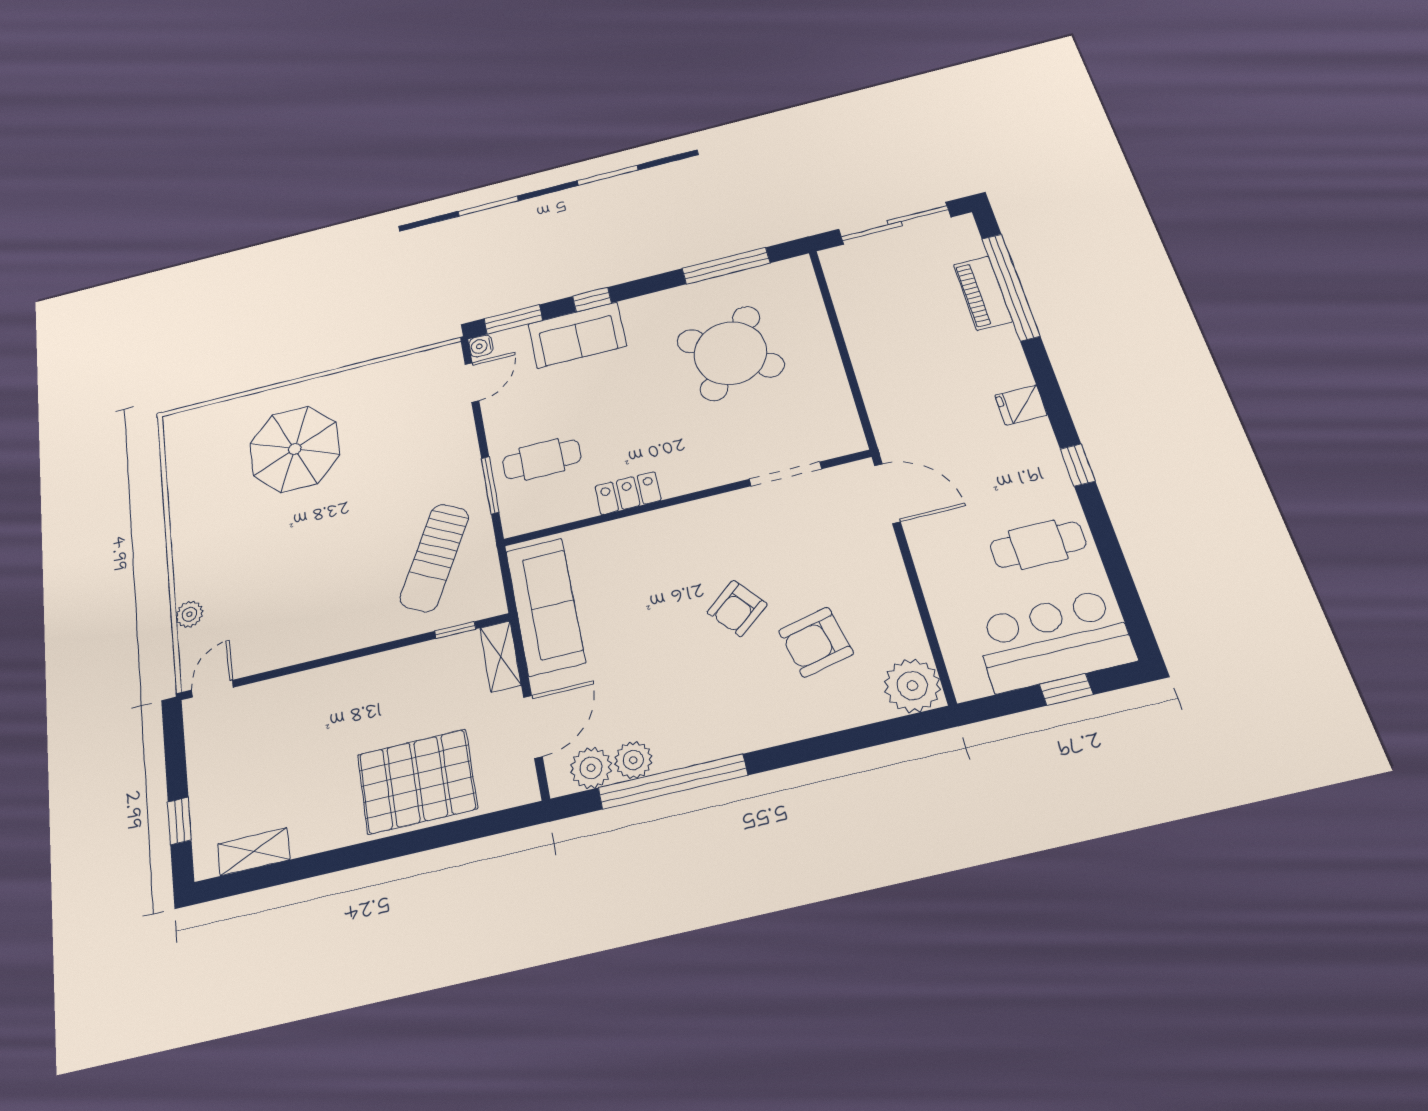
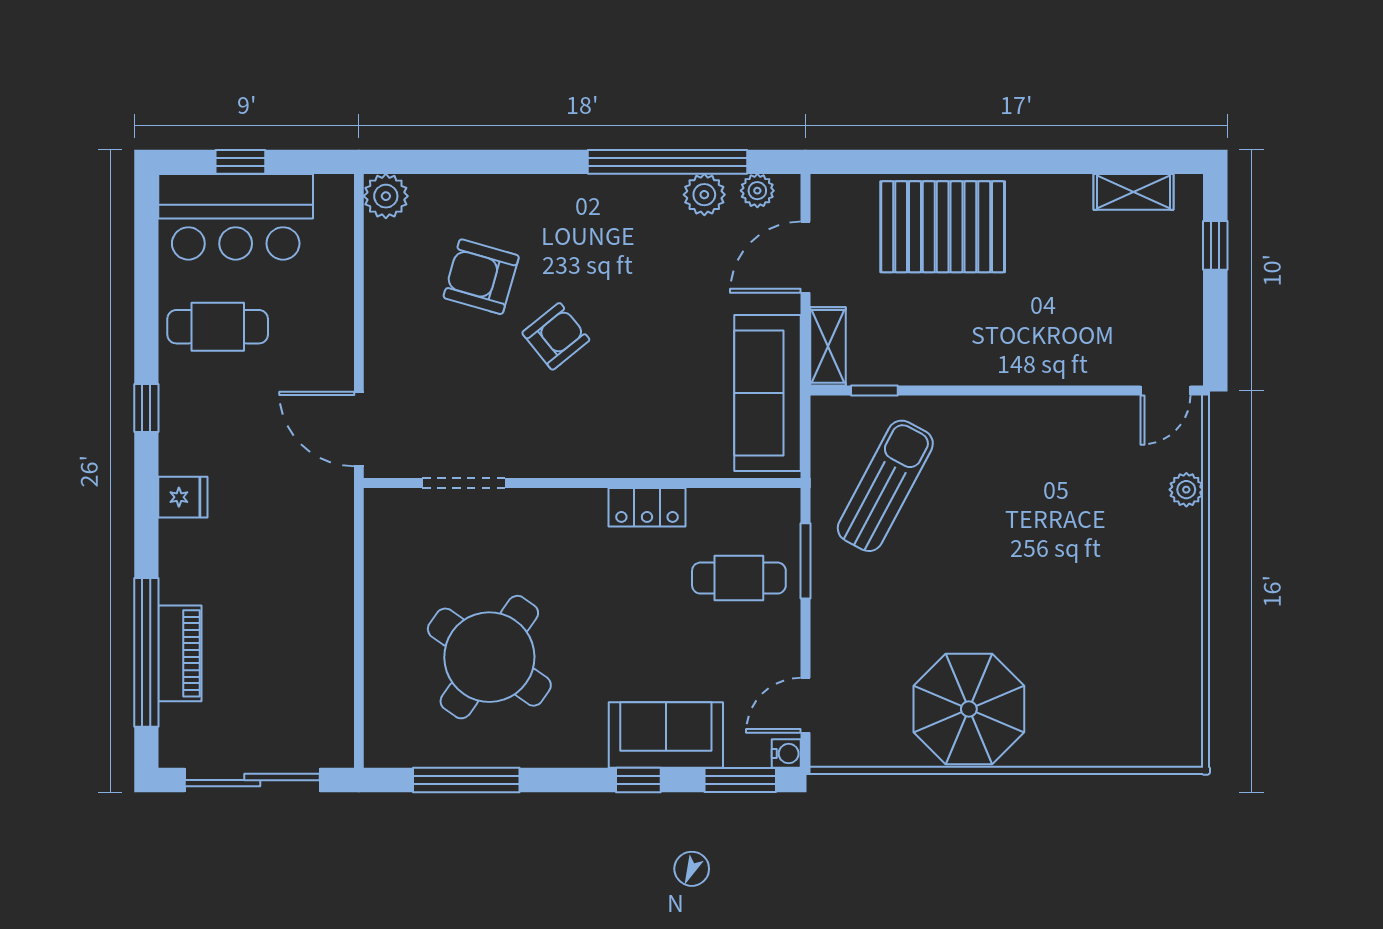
parasol: (295, 449) -> (969, 709), moved
armchair: (816, 642) -> (481, 277), turned -151
plant: (912, 686) -> (386, 196), width x0.73, depth x0.73
plant: (591, 768) -> (757, 191), width x0.73, depth x0.73

